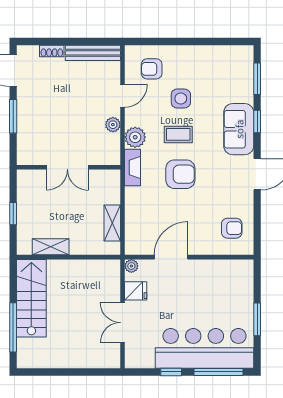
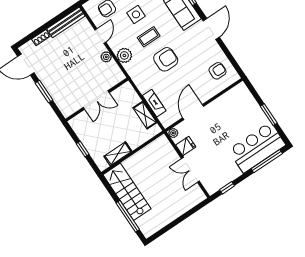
fireplace: (133, 168) -> (154, 103), moved
bar counter: (205, 348) -> (257, 147), width x0.73
window: (171, 372) -> (227, 188), moved

